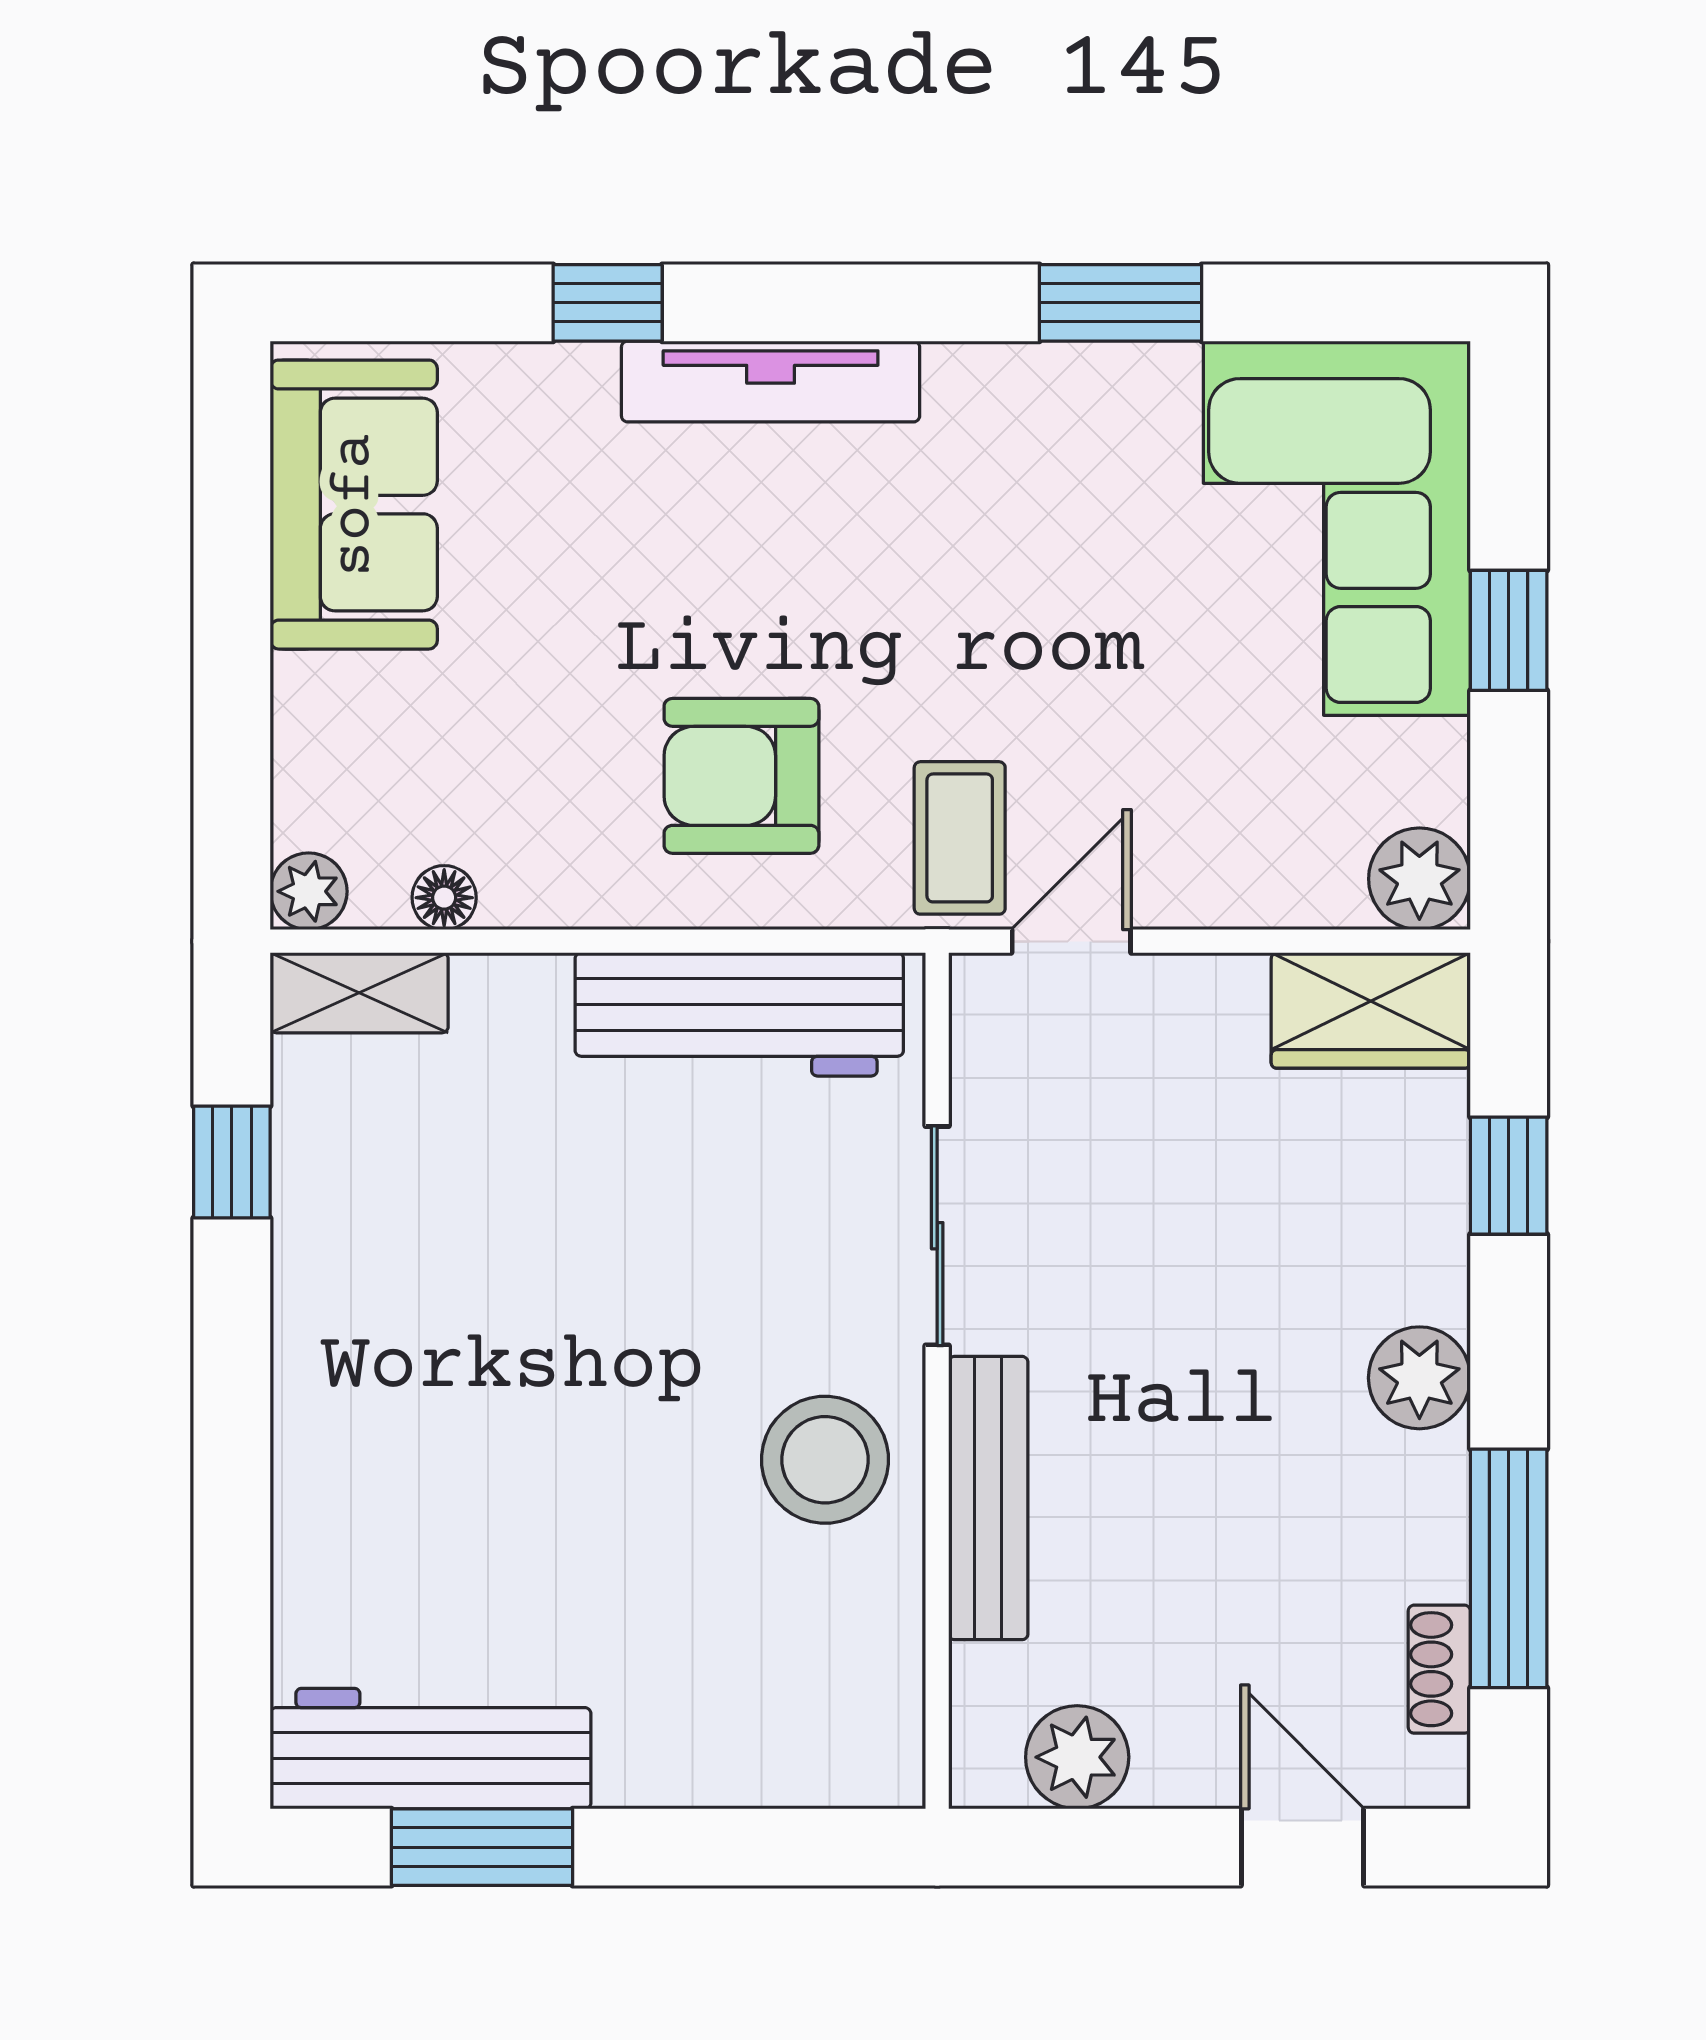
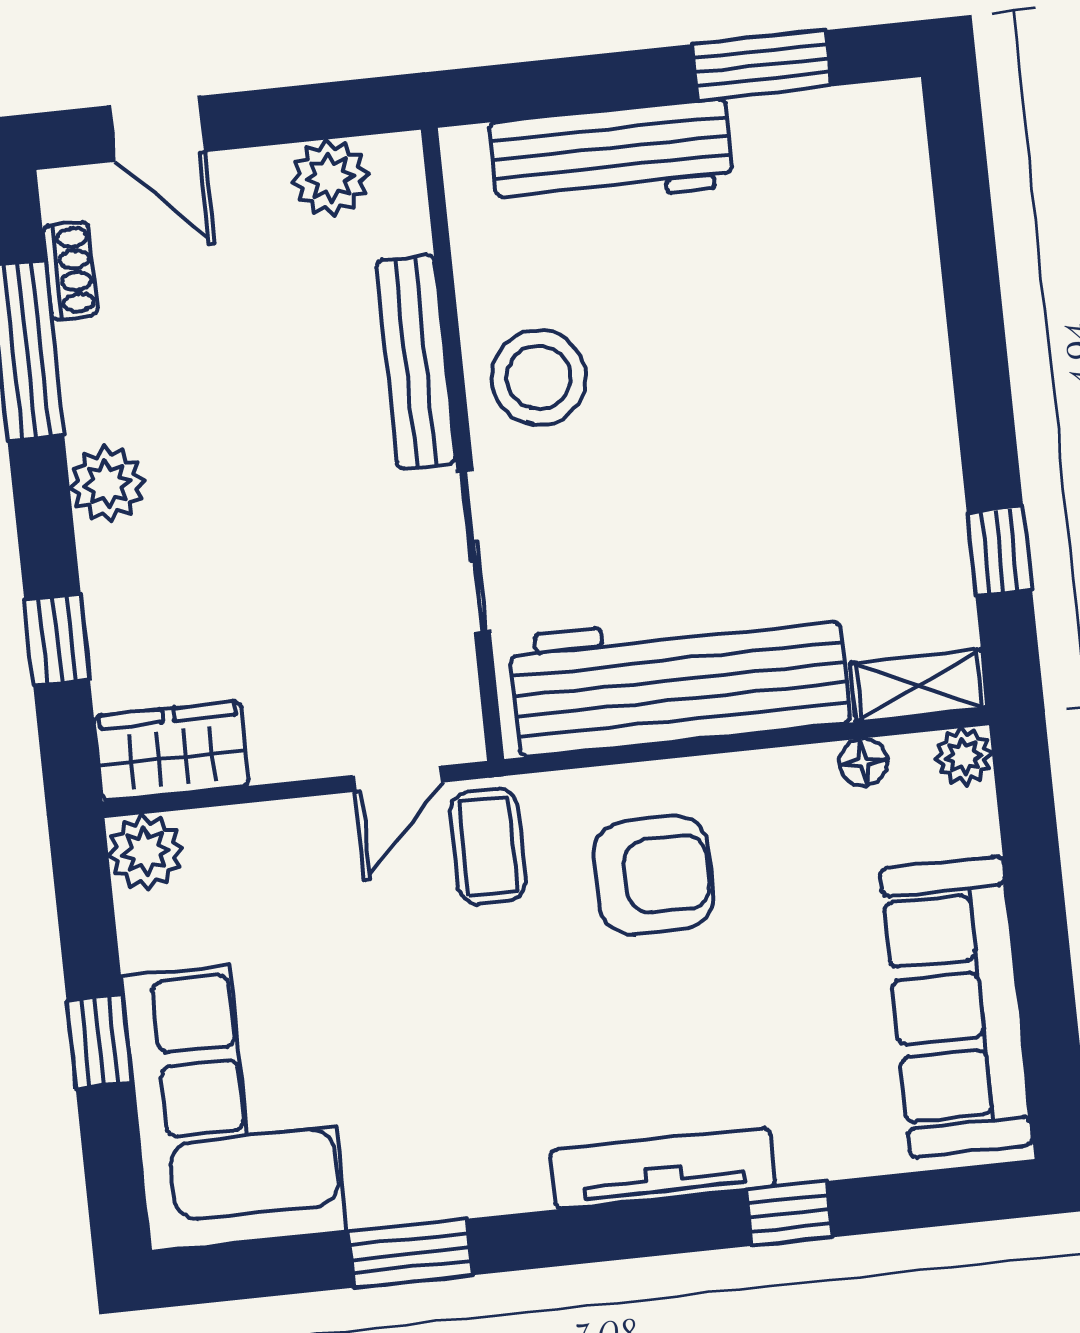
sofa: (354, 505) -> (956, 1007), width x1.36
workbench: (739, 1014) -> (679, 680), width x1.36, depth x1.32
workbench: (431, 1749) -> (611, 155), moved

